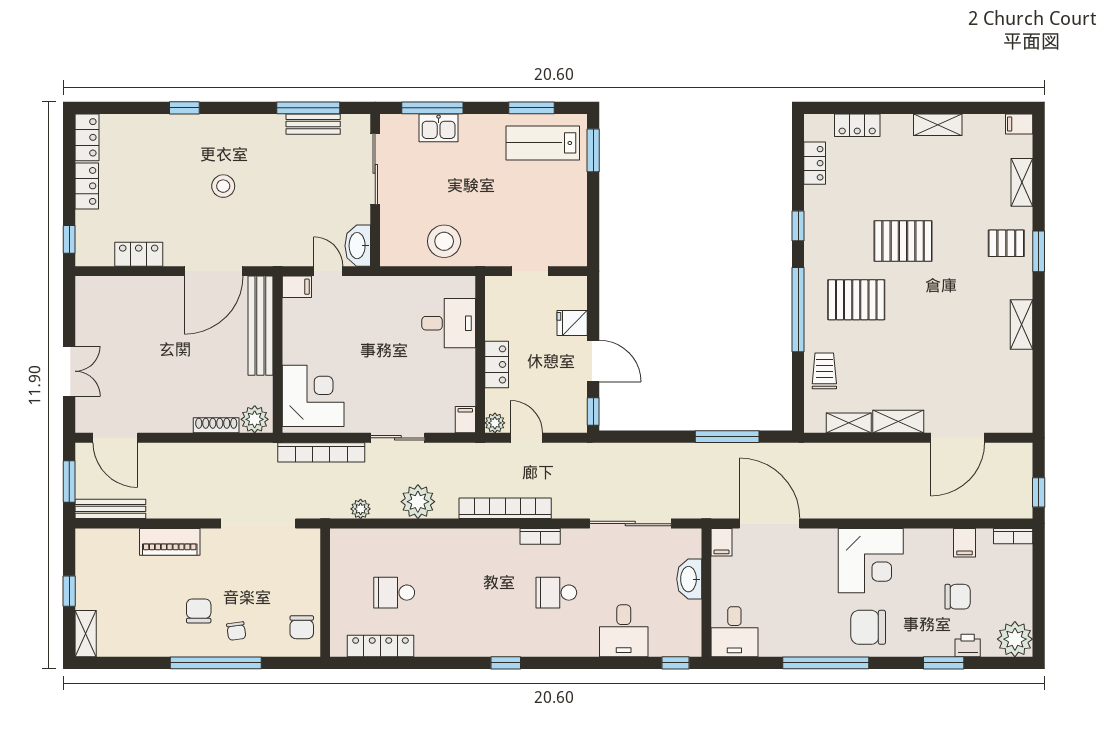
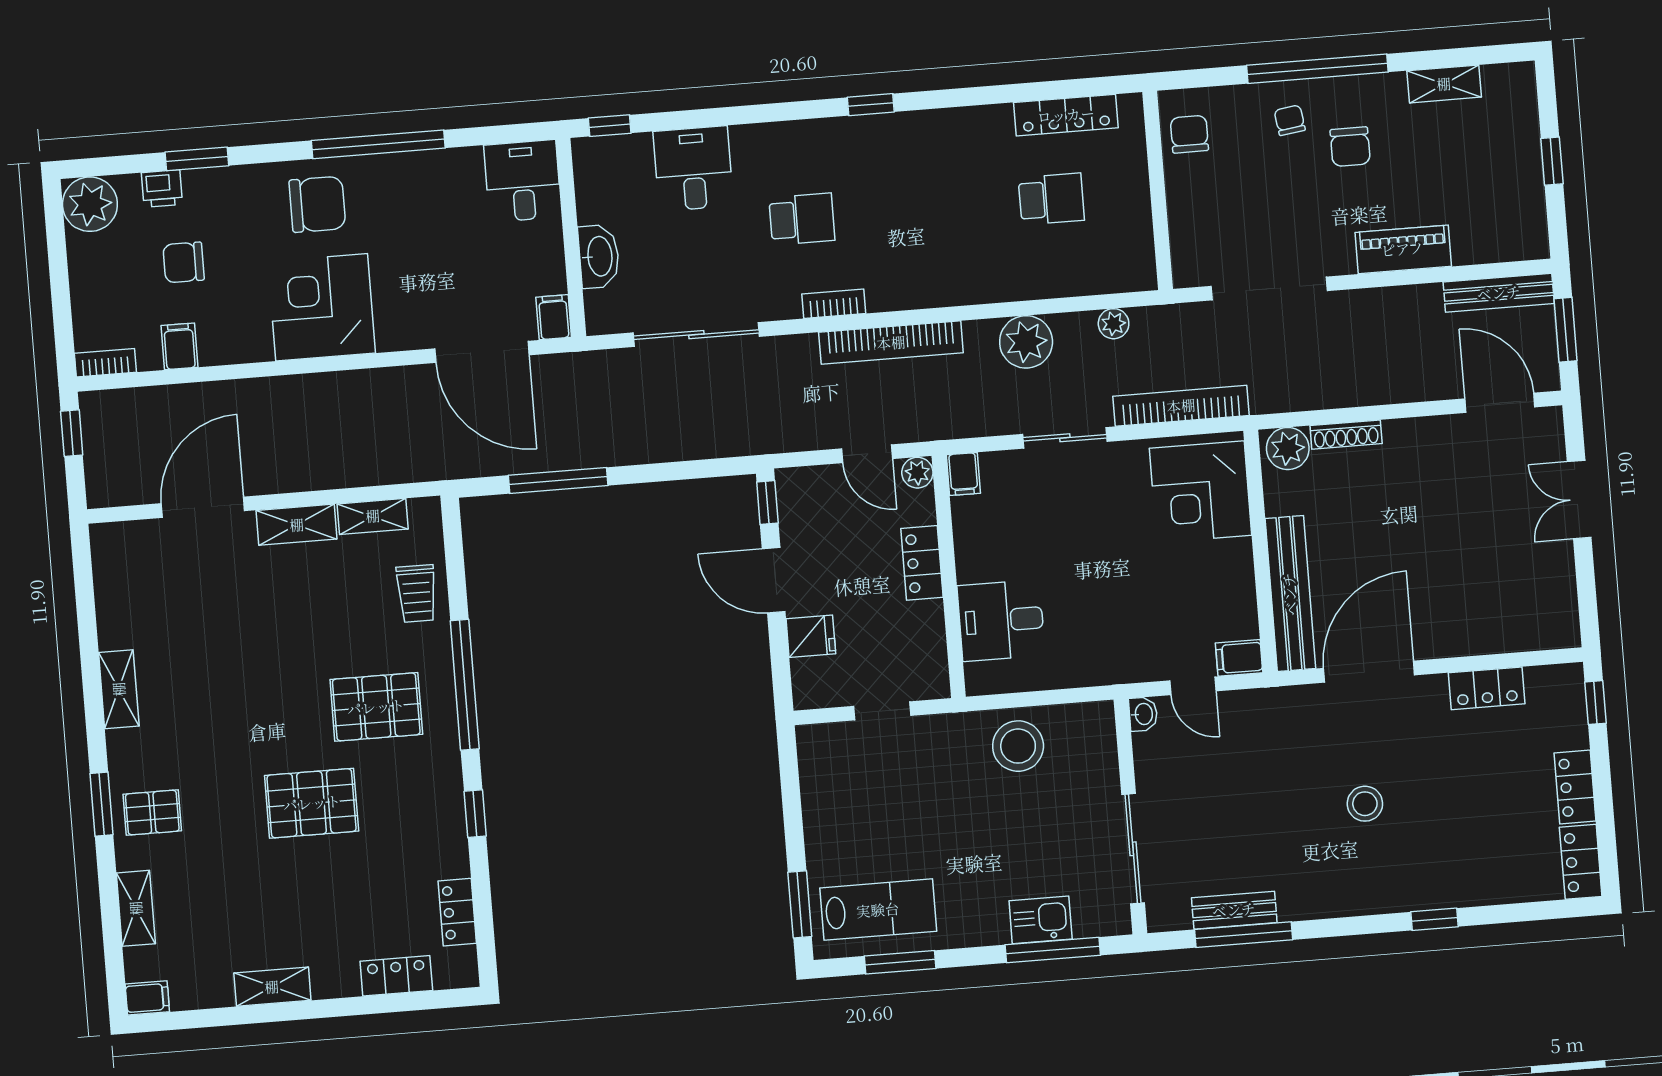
washbasin: (358, 246) -> (1143, 714), width x0.52, depth x0.69
shelving: (86, 634) -> (1444, 84), moved, turned 90

